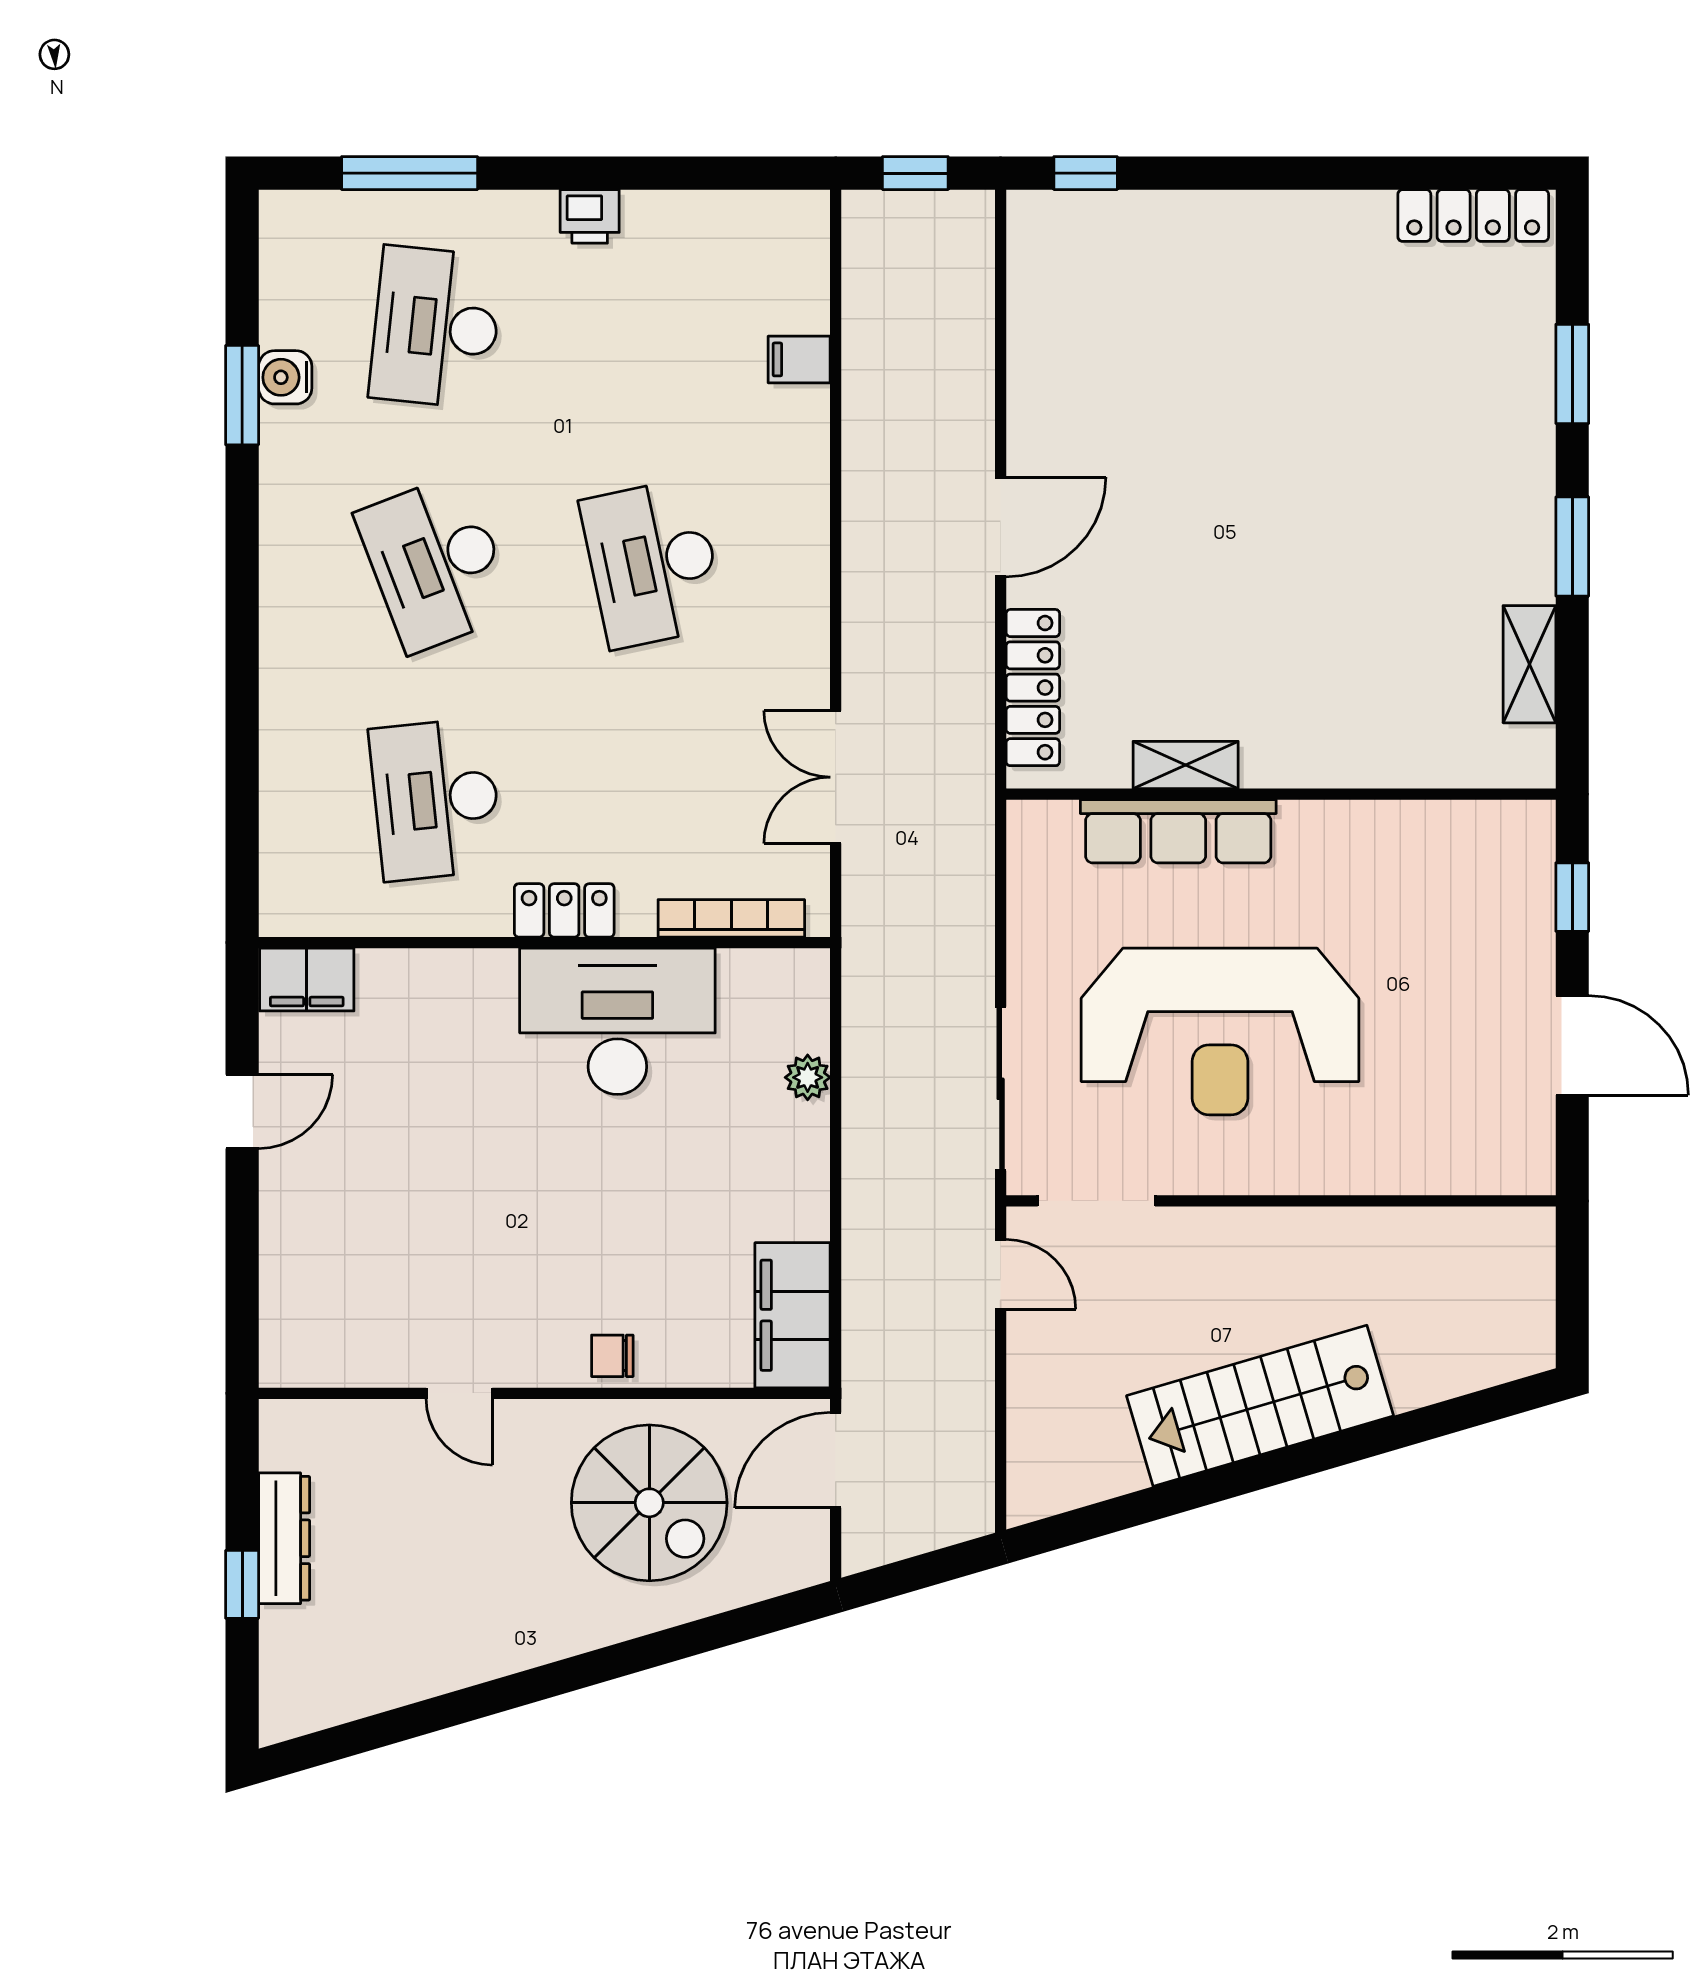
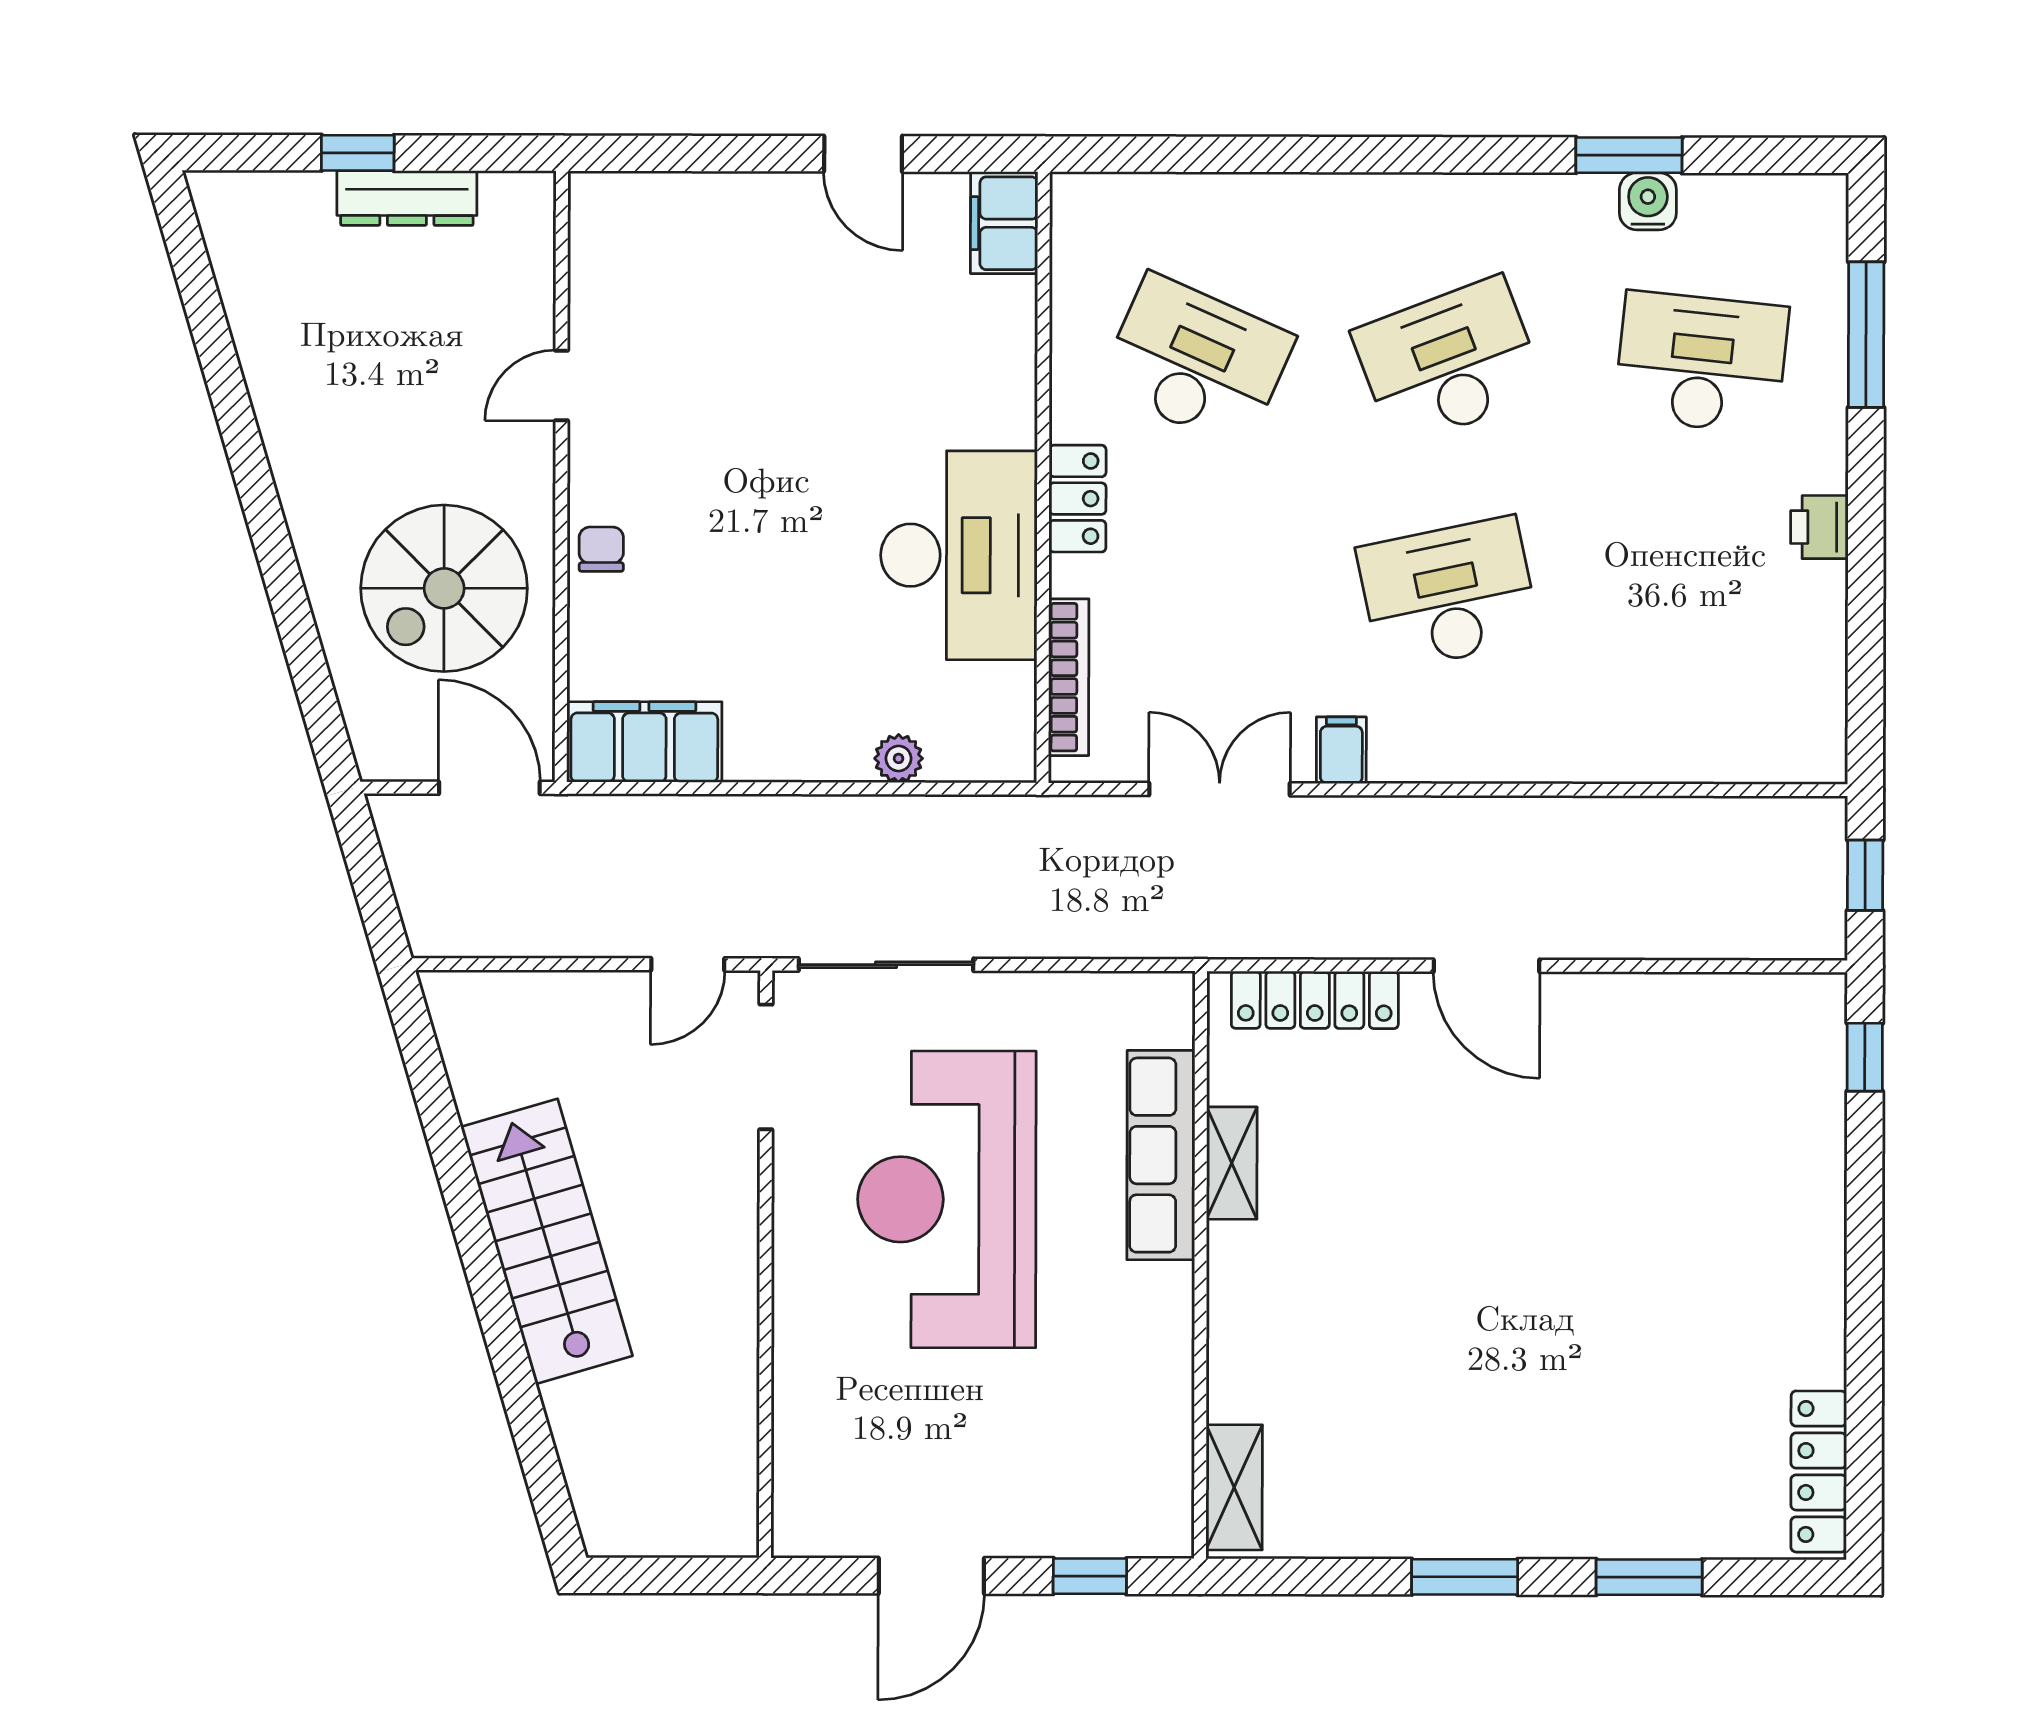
filing cabinet: (799, 359) -> (1341, 750), moved
shelving: (1529, 664) -> (1234, 1487), moved, turned 90
desk: (436, 799) -> (1196, 362), turned 30

